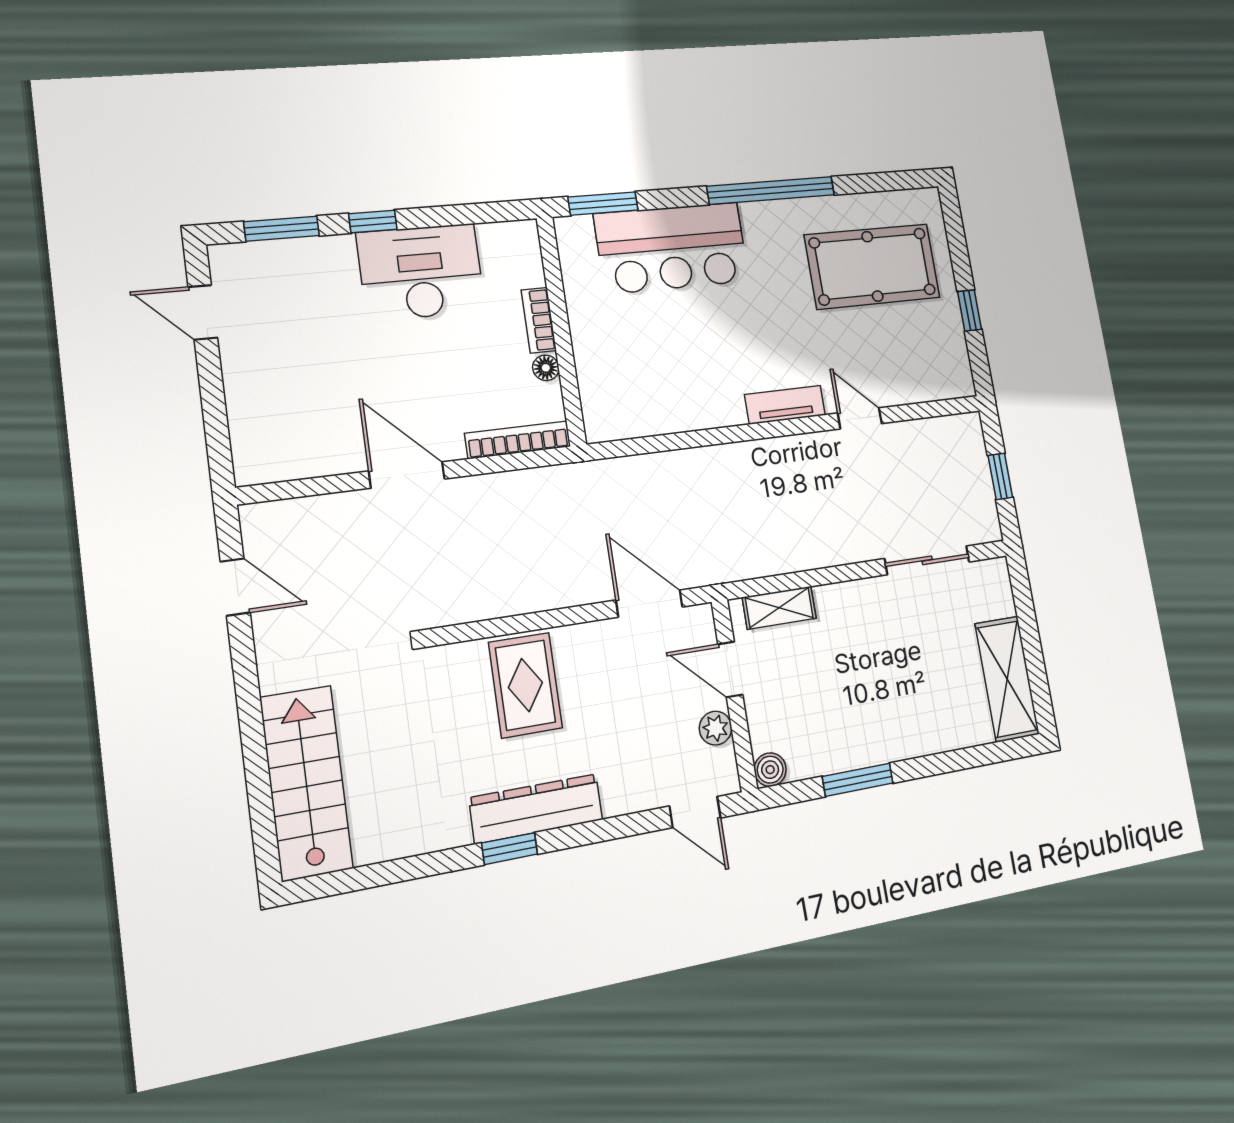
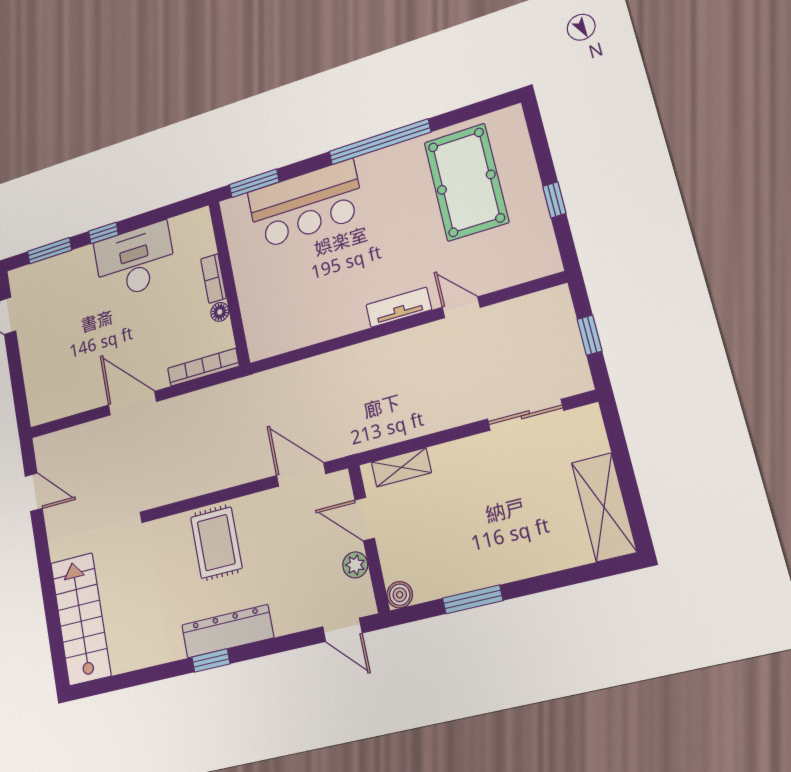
pool table: (872, 266) -> (466, 182), turned 90

